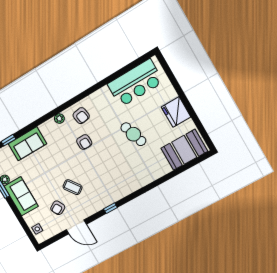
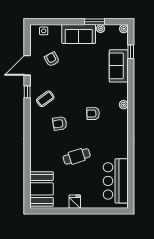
fridge: (176, 112) -> (75, 202), width x0.53, depth x0.75
armchair: (81, 116) -> (60, 123), moved
coffee table: (72, 187) -> (45, 99), moved
window: (110, 208) -> (27, 92), moved

